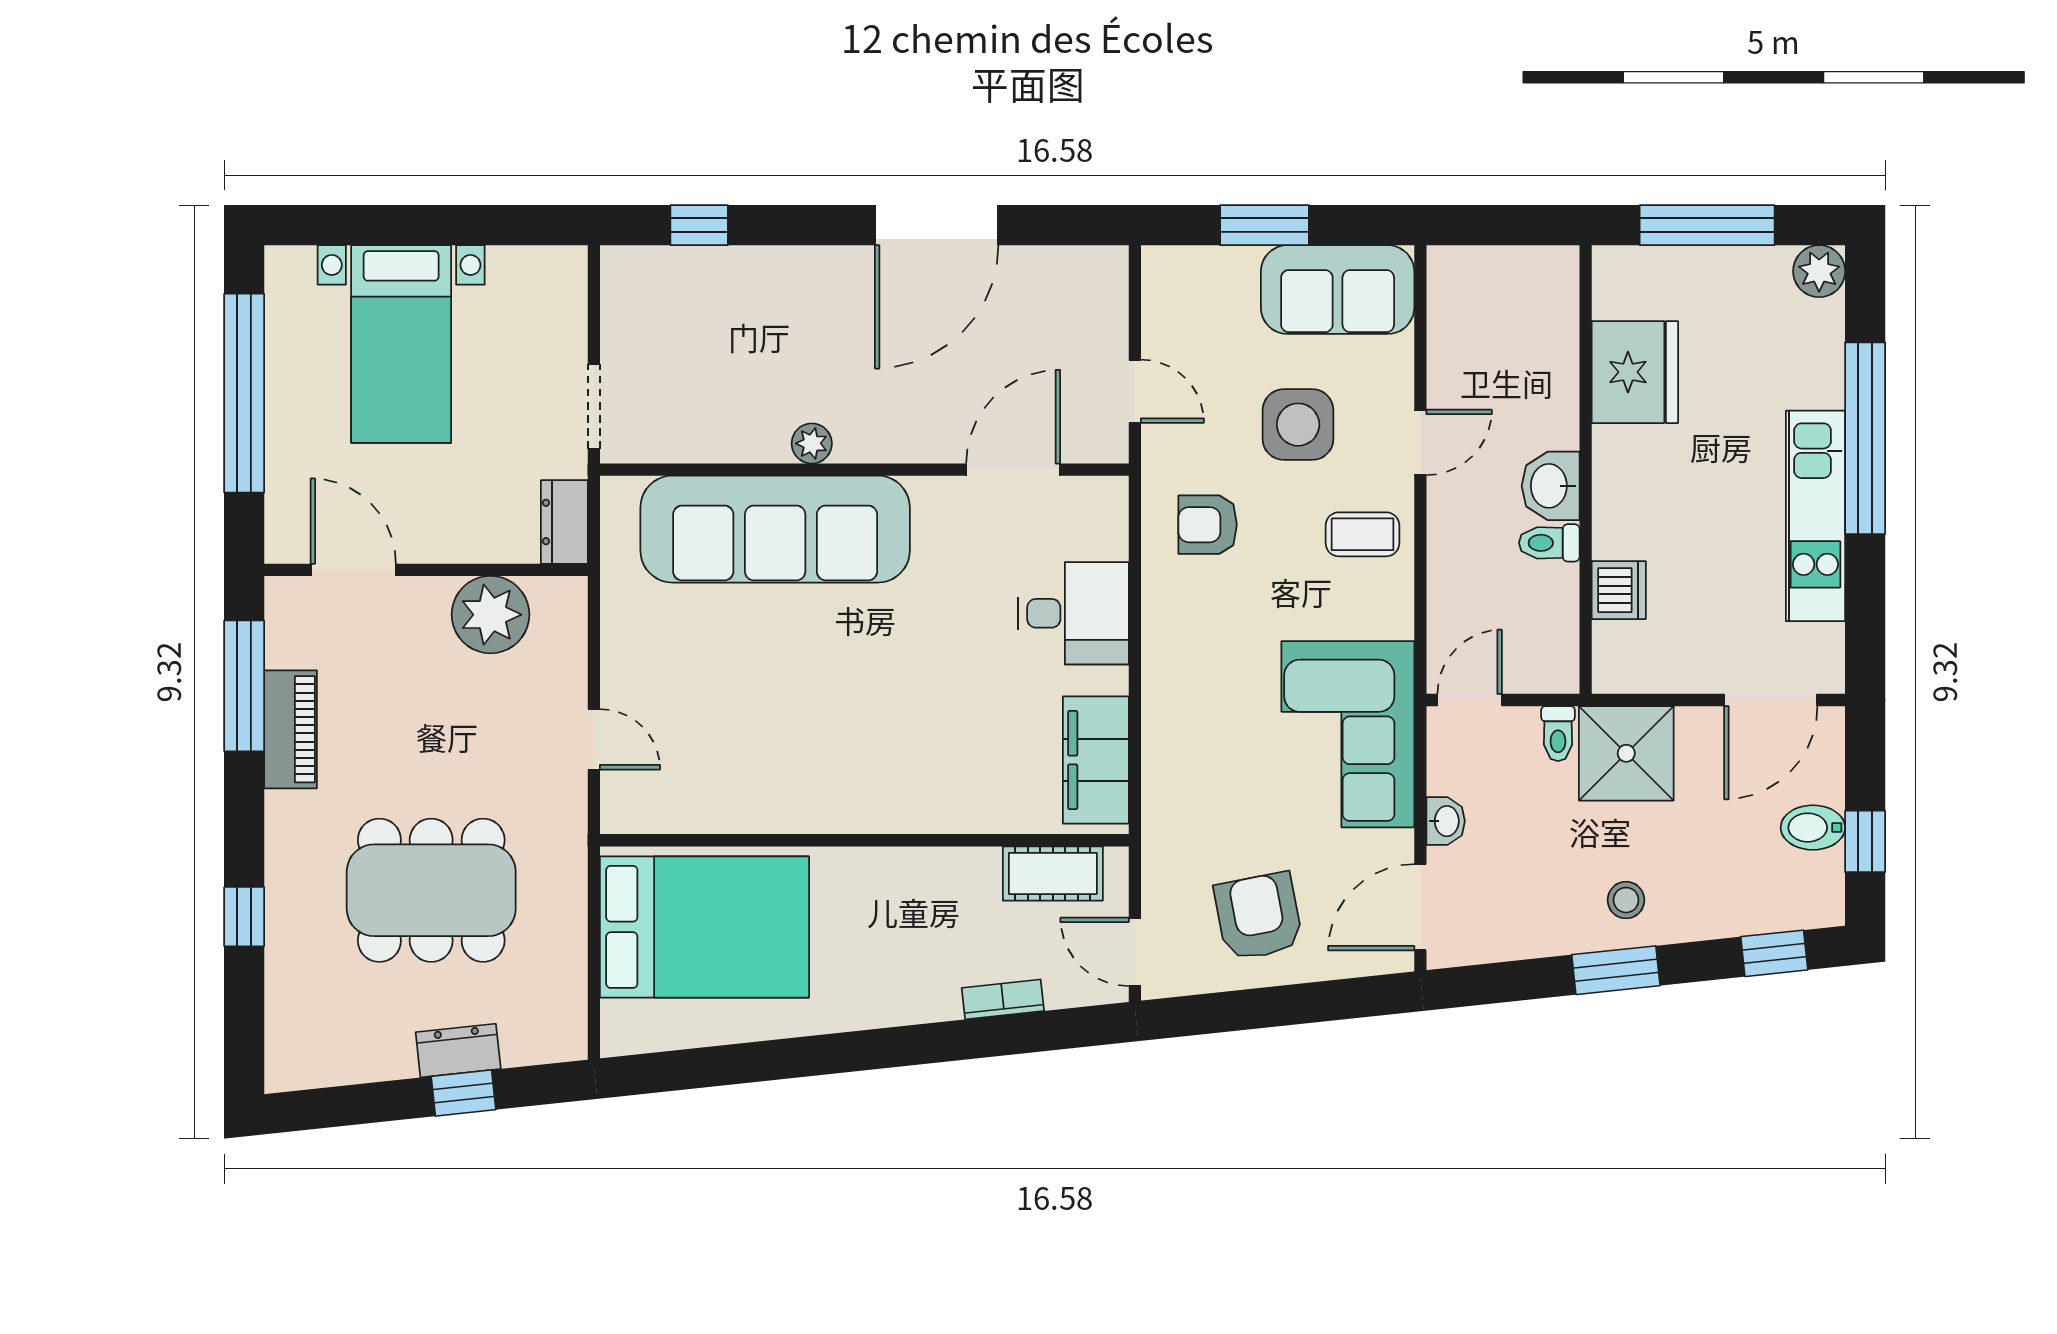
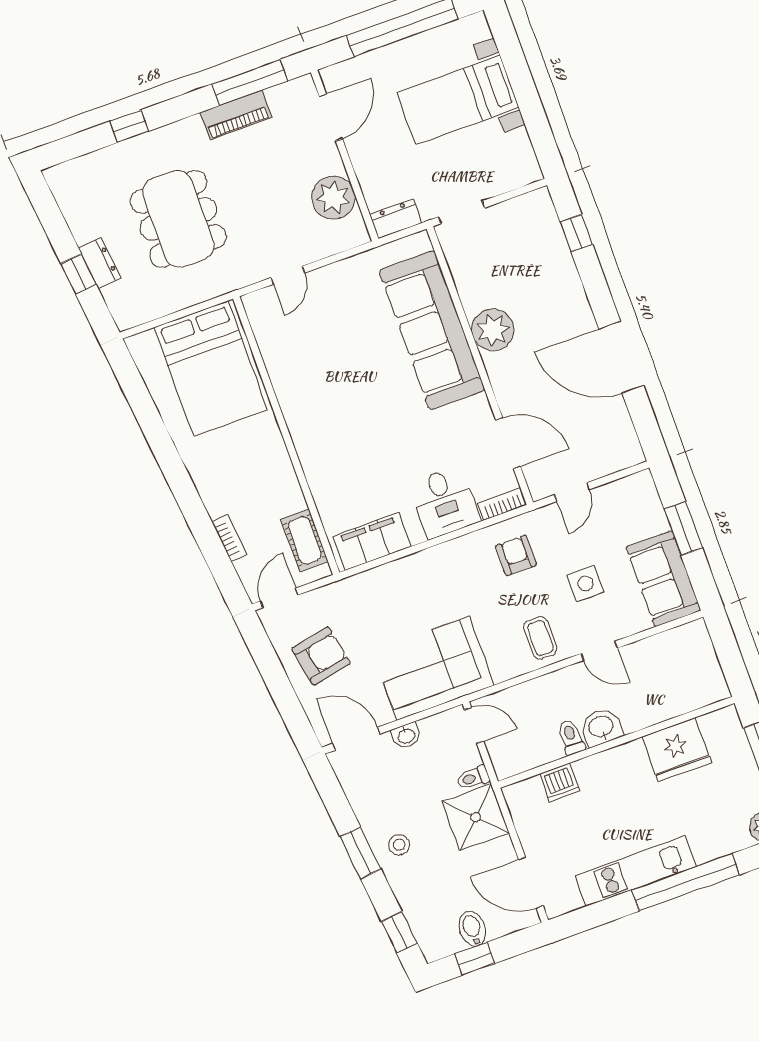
side table: (1298, 425) -> (585, 584), width x0.73, depth x0.73
plant: (812, 443) -> (493, 330), width x1.87, depth x1.87
bookcase: (1112, 517) -> (502, 504), added

